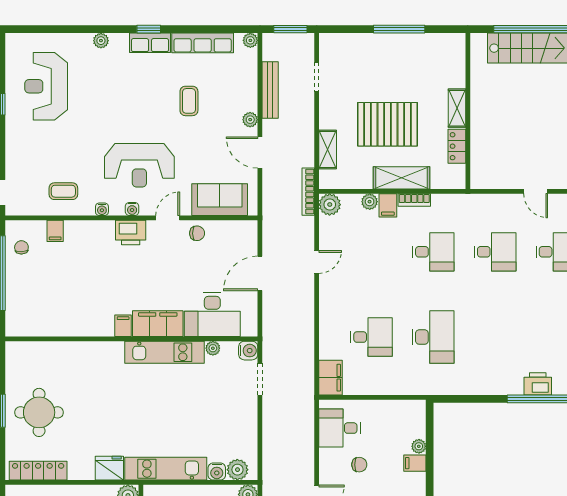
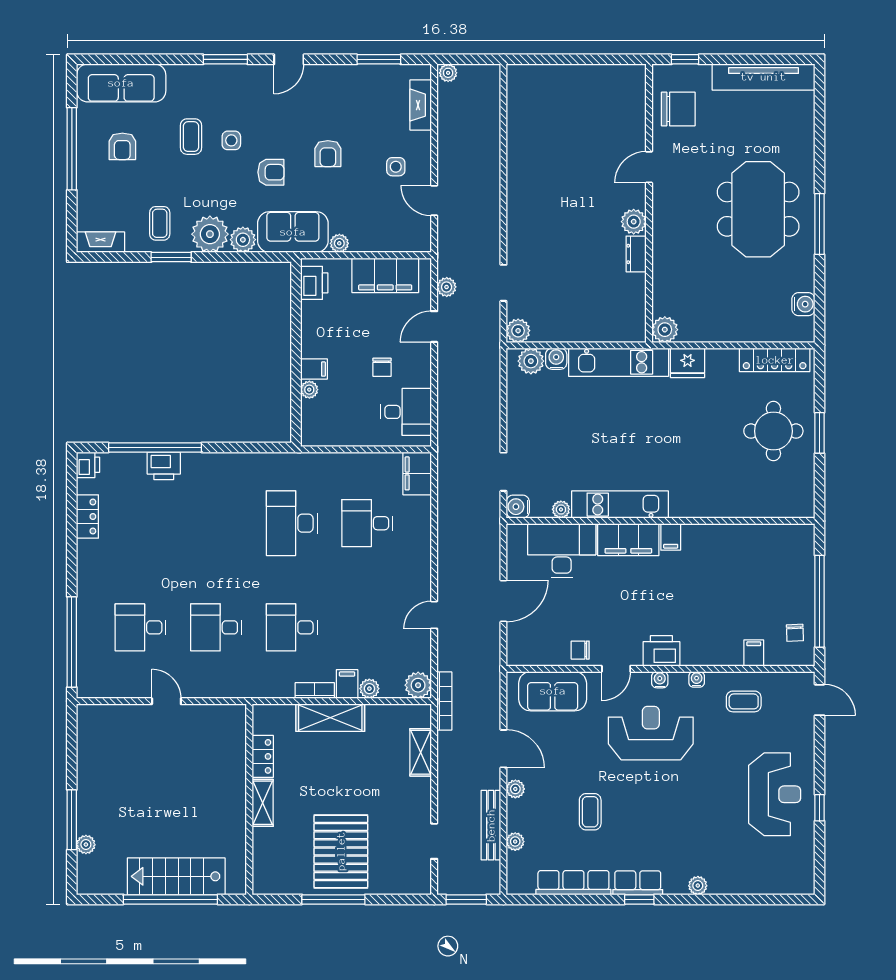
plant: (250, 40) -> (515, 842), moved
reception desk: (46, 86) -> (775, 794), moved
pallet: (387, 124) -> (341, 851), moved, turned 90
chair: (359, 465) -> (382, 367), turned -90

